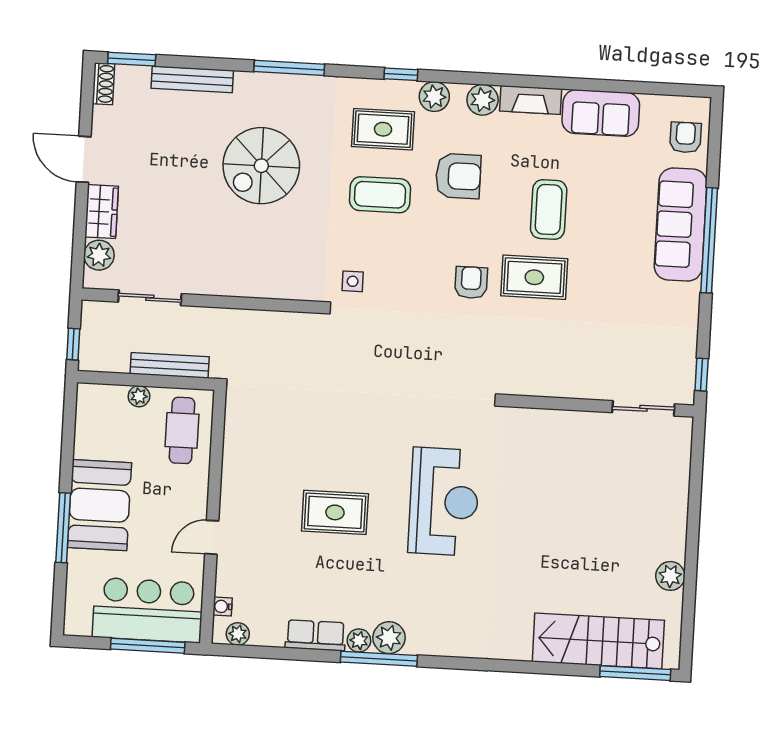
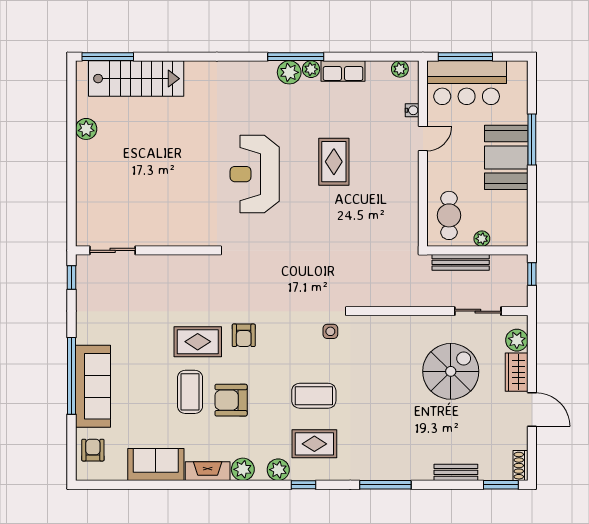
bench: (192, 79) -> (456, 472), width x0.73
armchair: (686, 137) -> (93, 450), turned 180
spiral stairs: (261, 166) -> (451, 371), moved
armchair: (458, 176) -> (231, 400), moved
rug: (335, 512) -> (334, 162), turned 90
water cooler: (223, 606) -> (412, 110), moved

